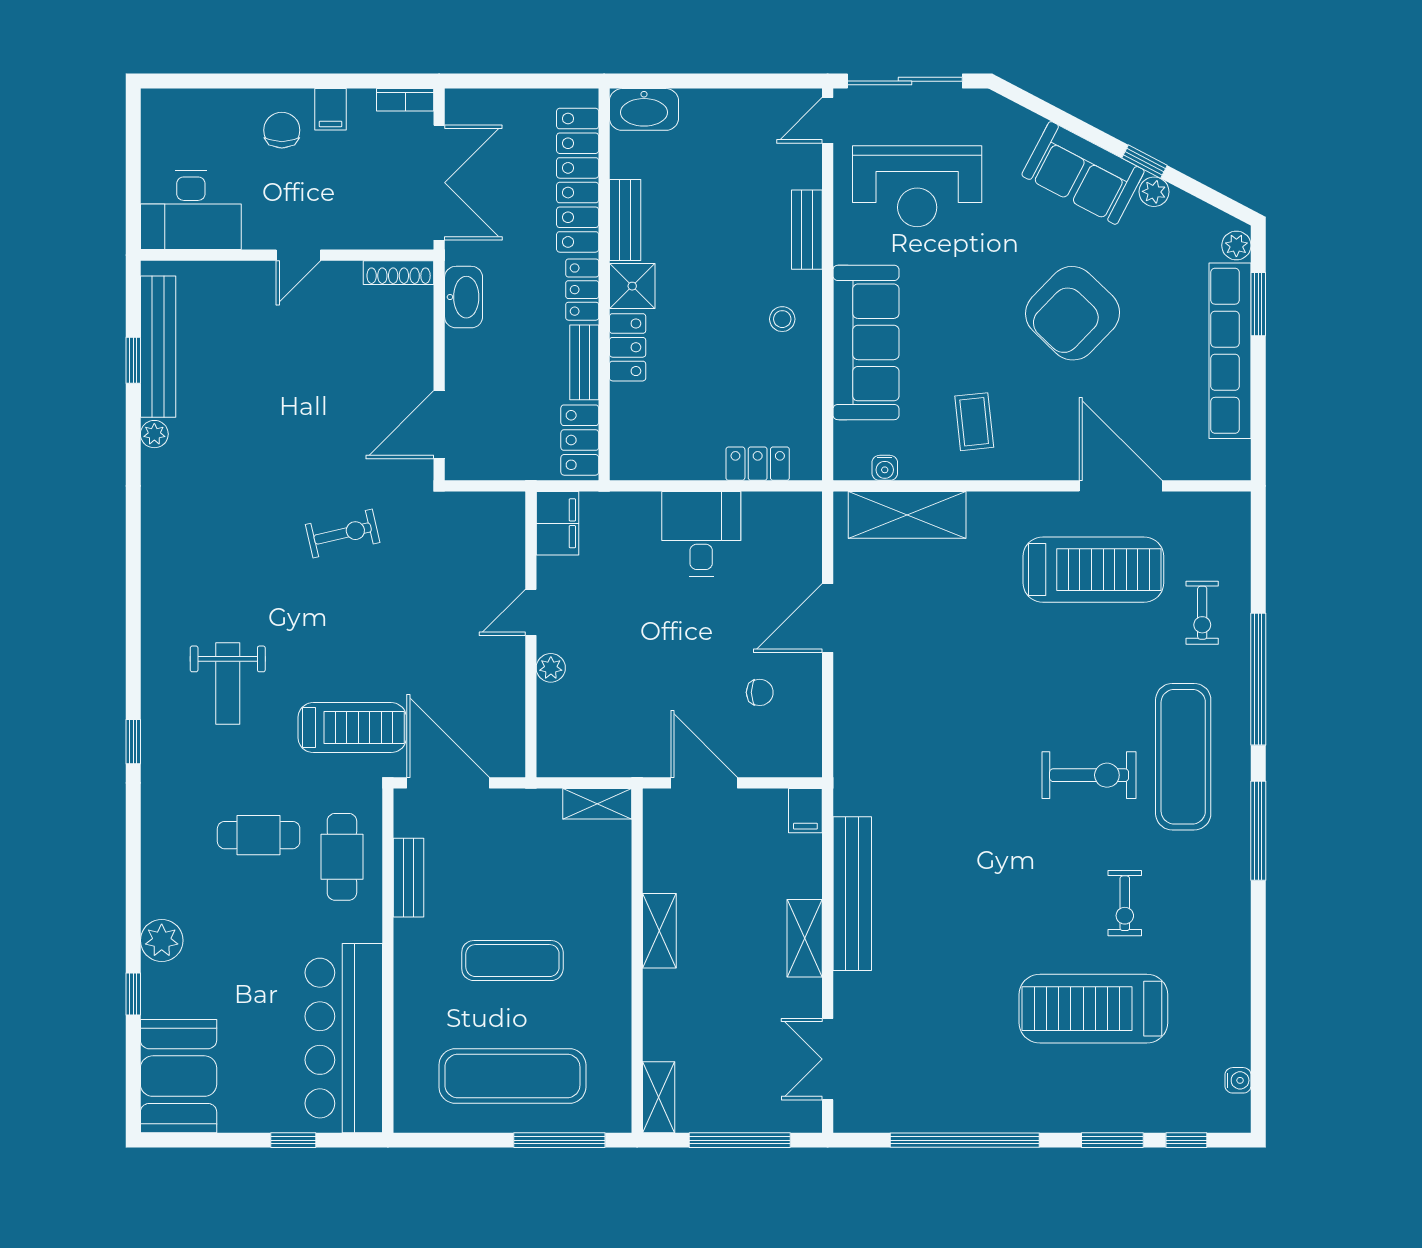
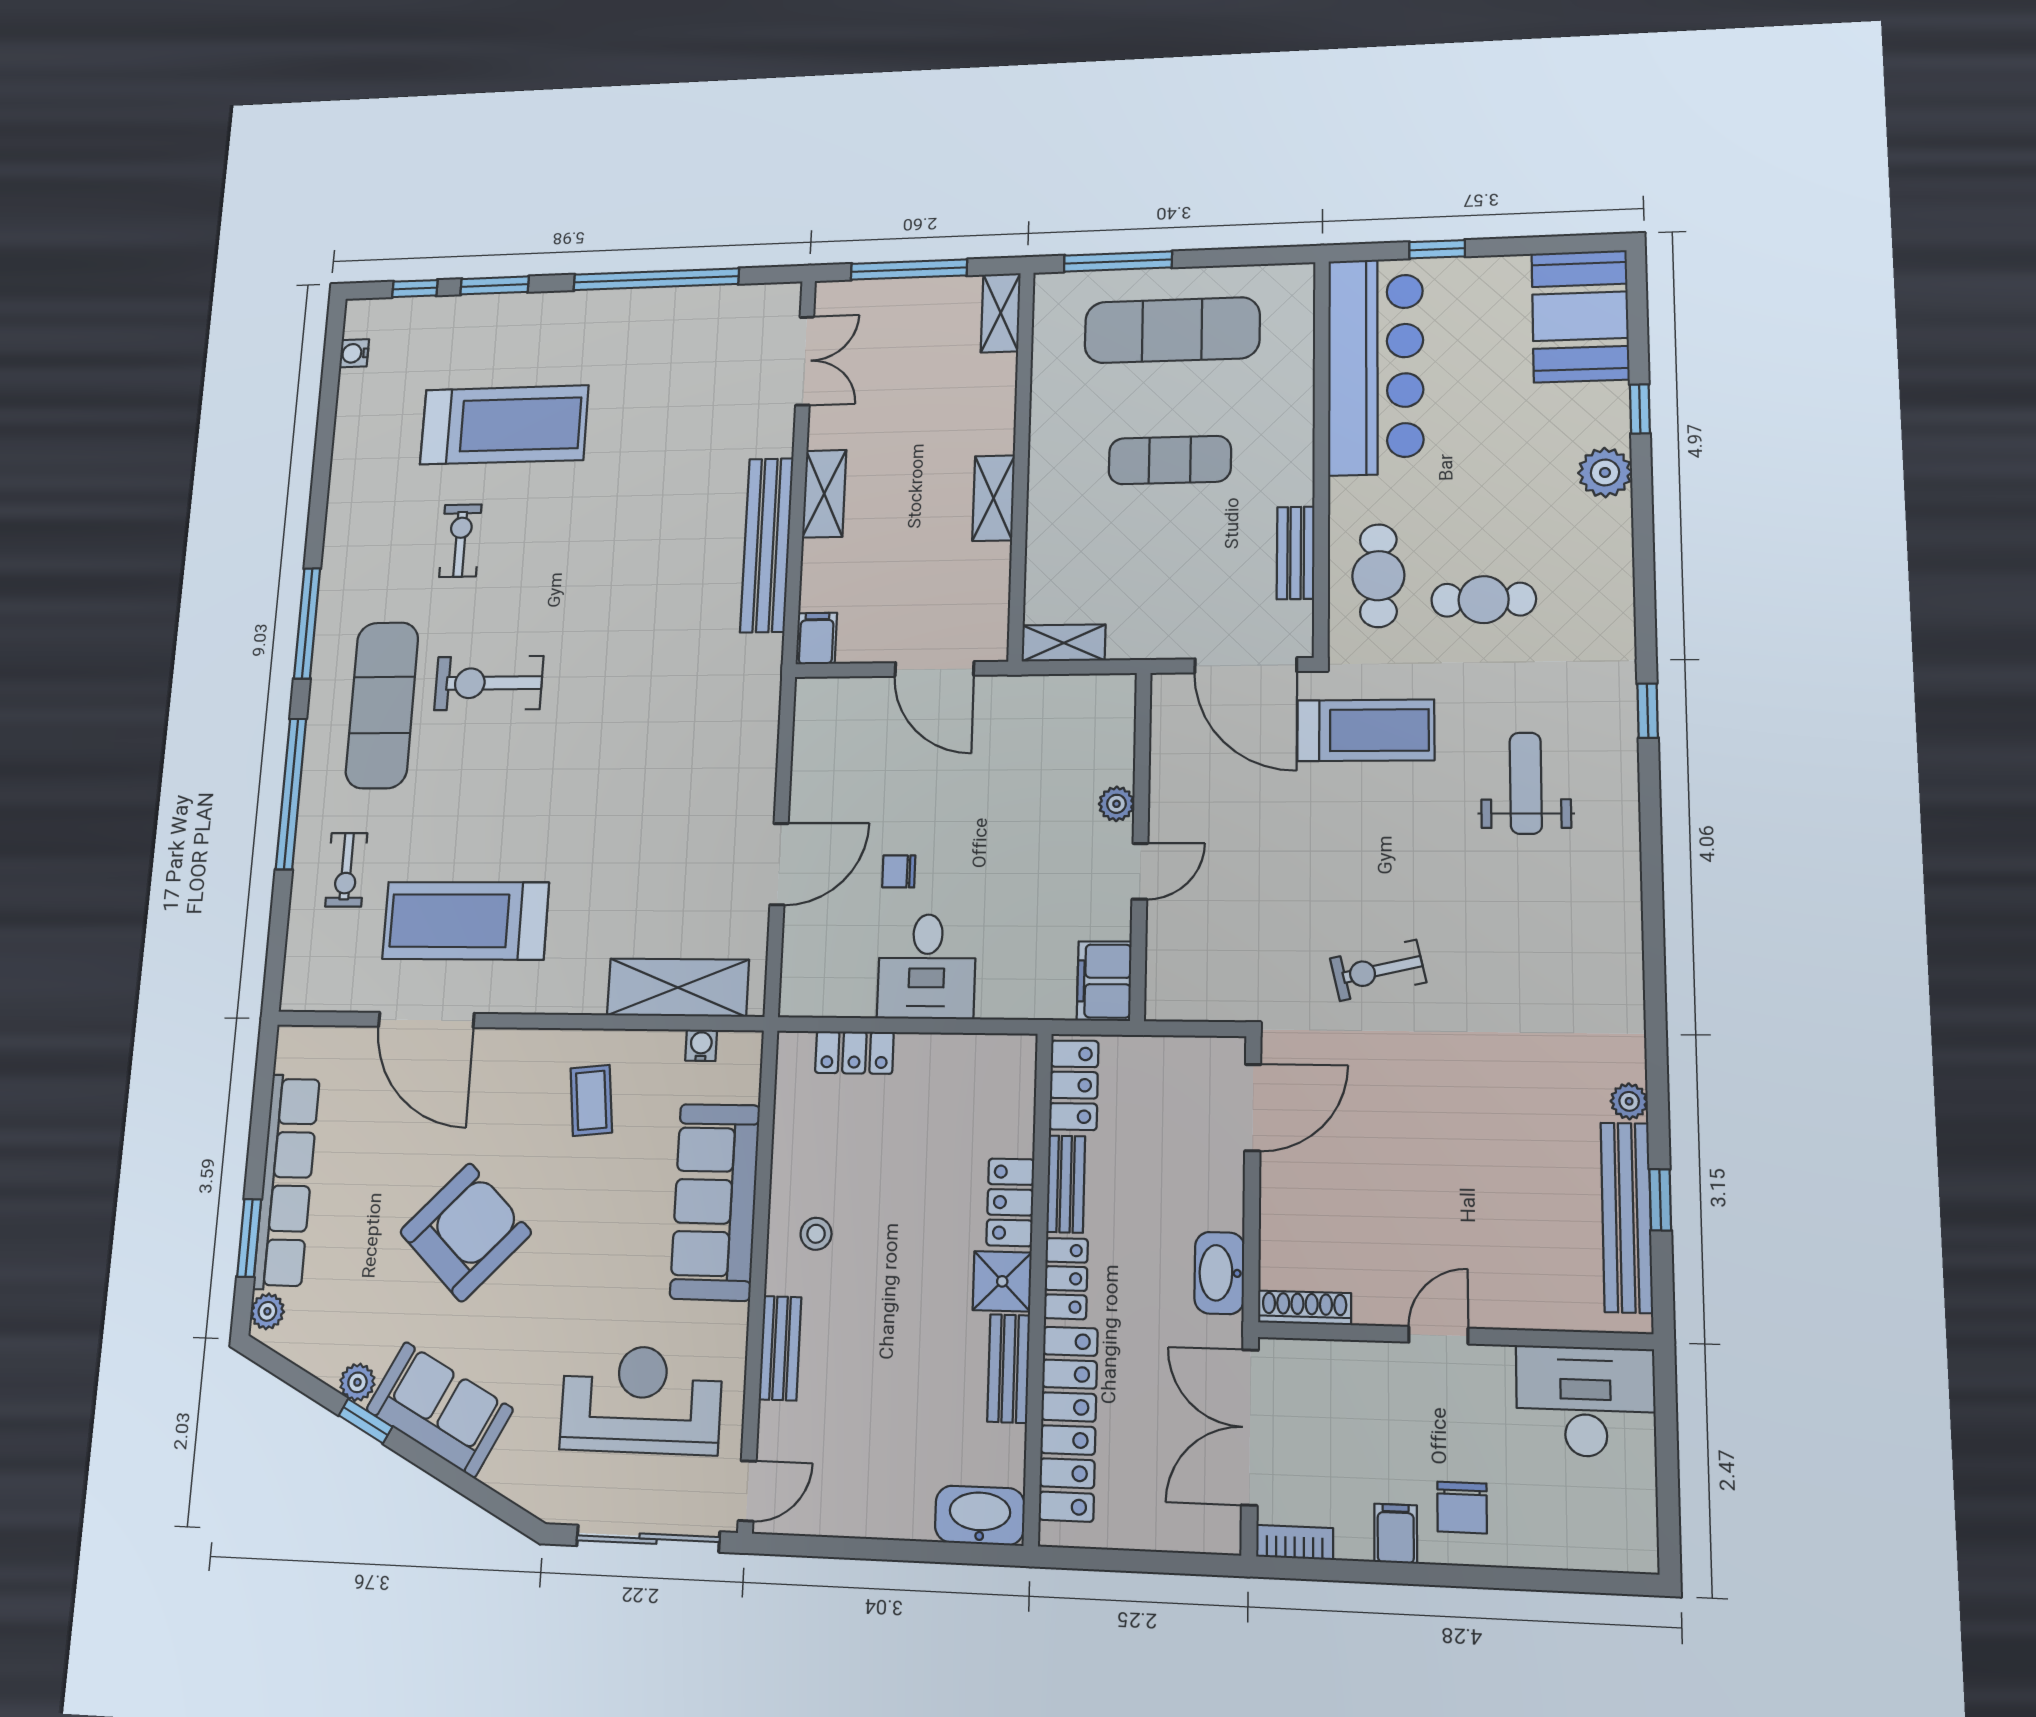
exercise bike: (1202, 613) -> (346, 870), turned 180
chair: (760, 692) -> (899, 871), moved
treadmill: (352, 728) -> (1366, 730), turned 180

